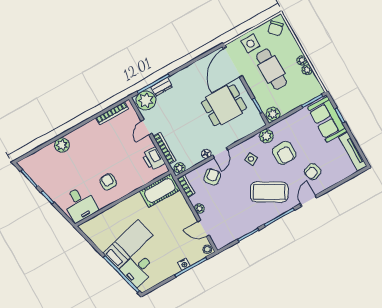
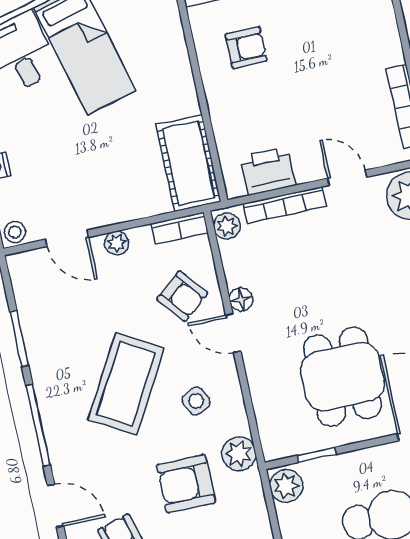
coffee table: (269, 192) -> (126, 384), moved
door: (203, 228) -> (67, 238), swing flipped

